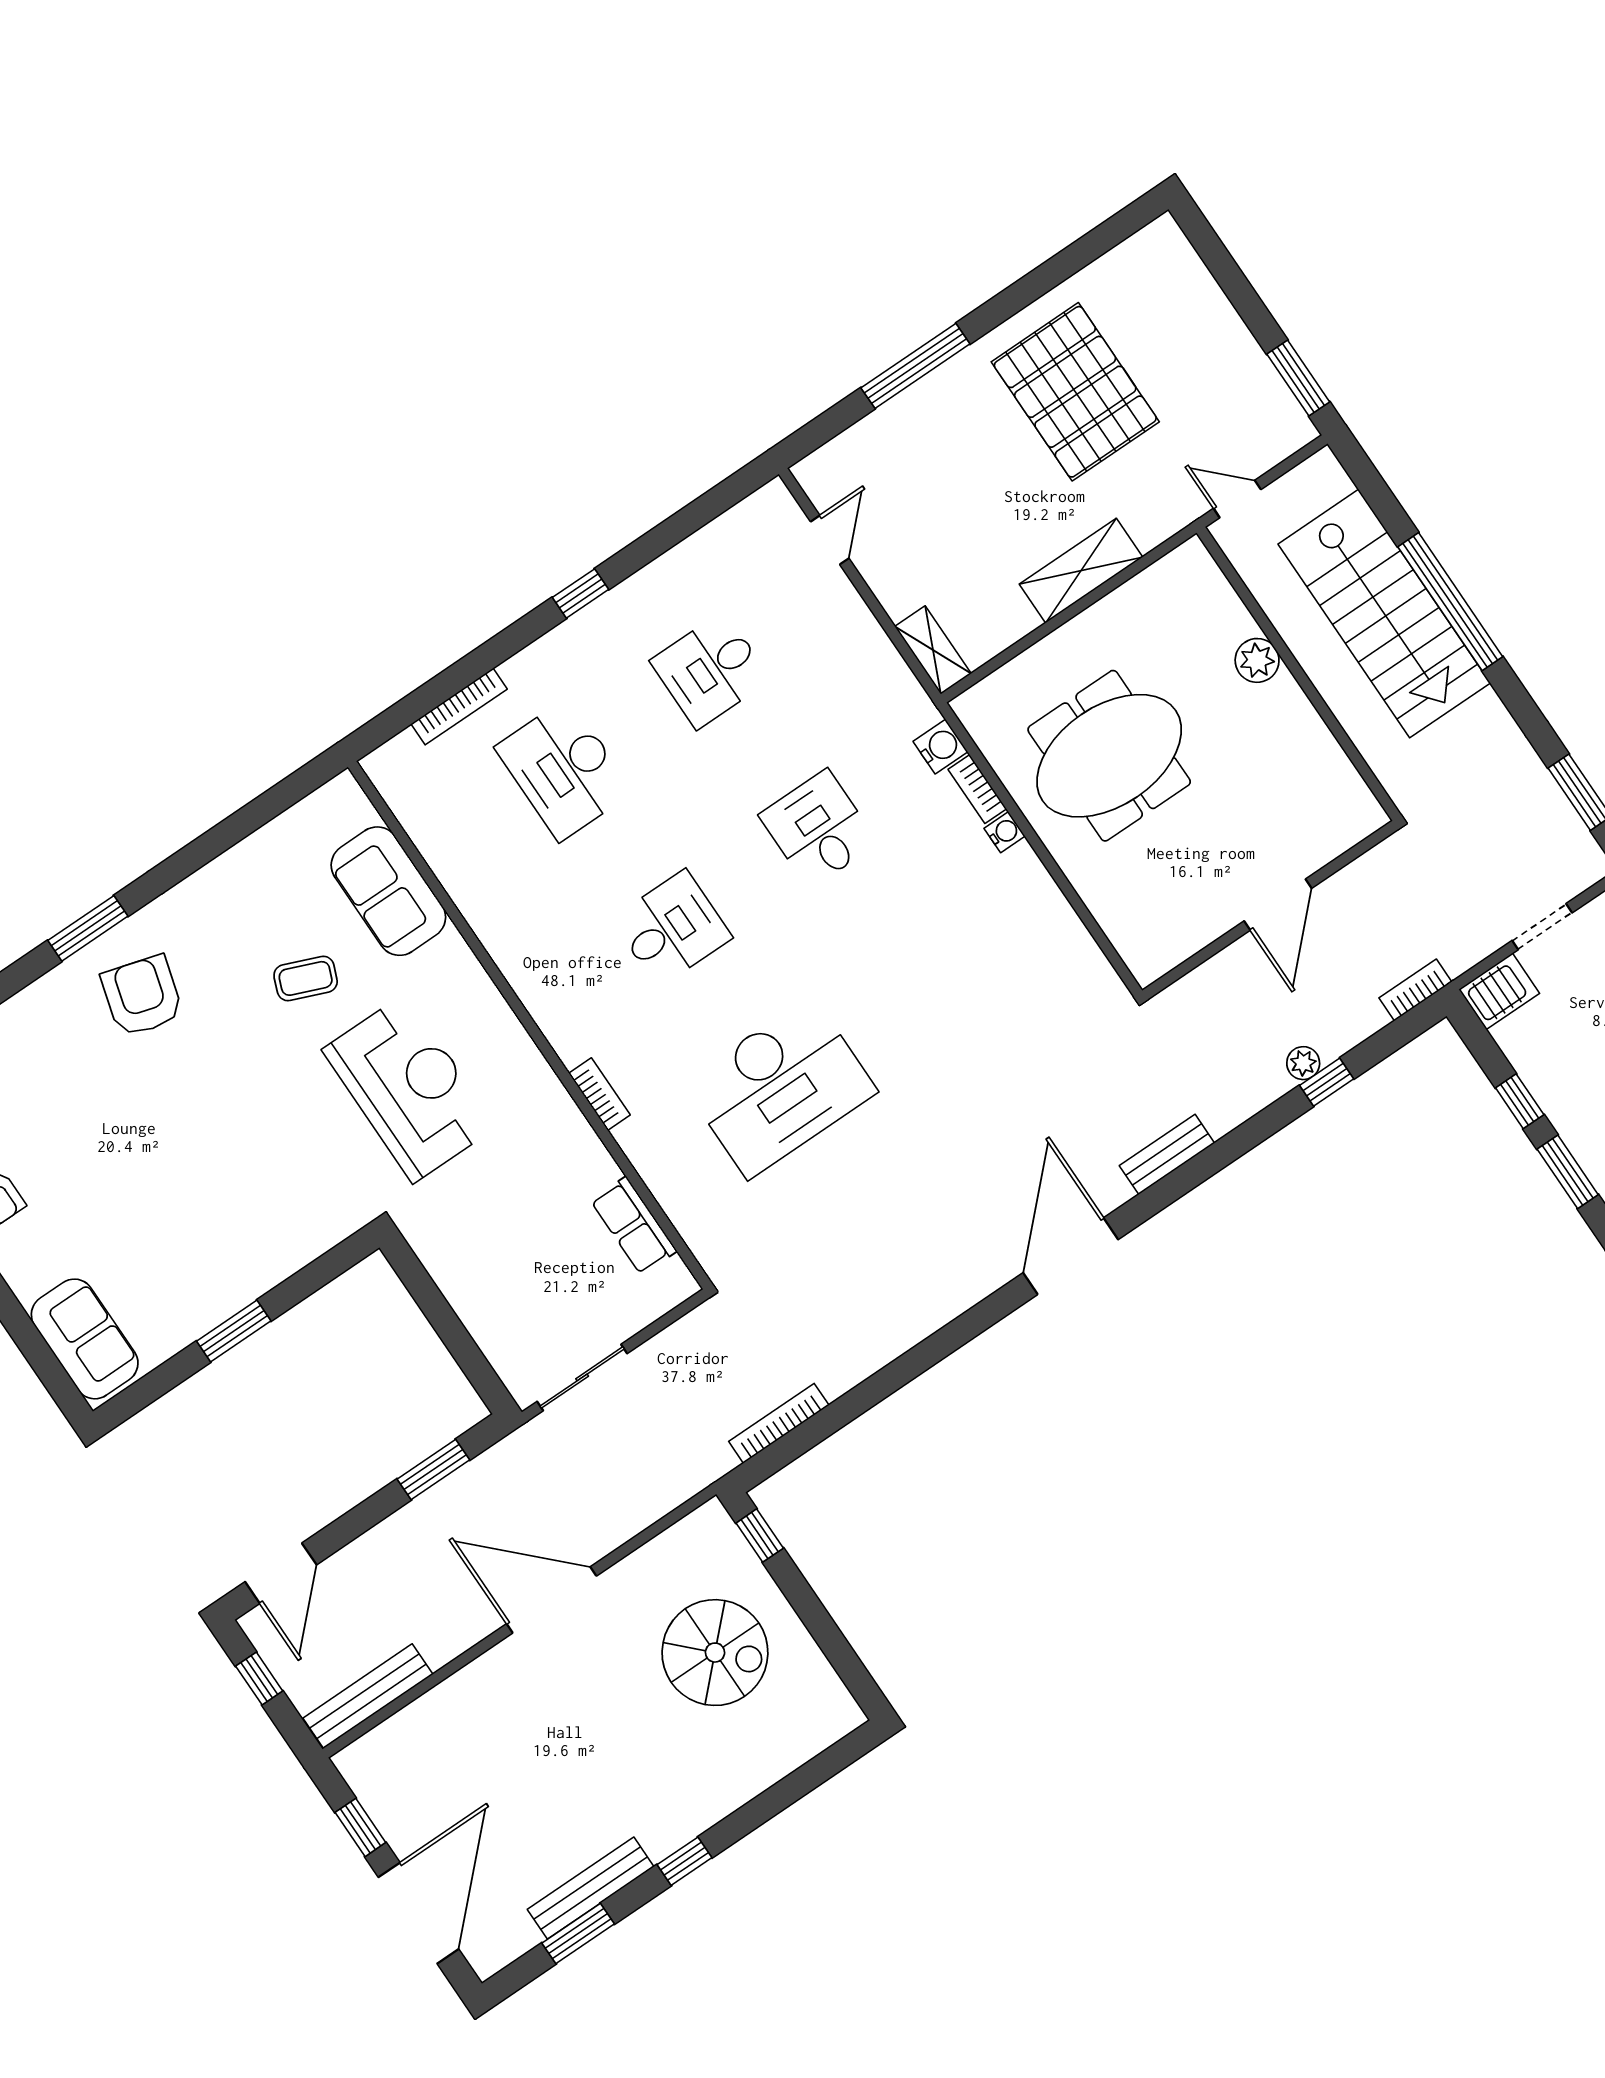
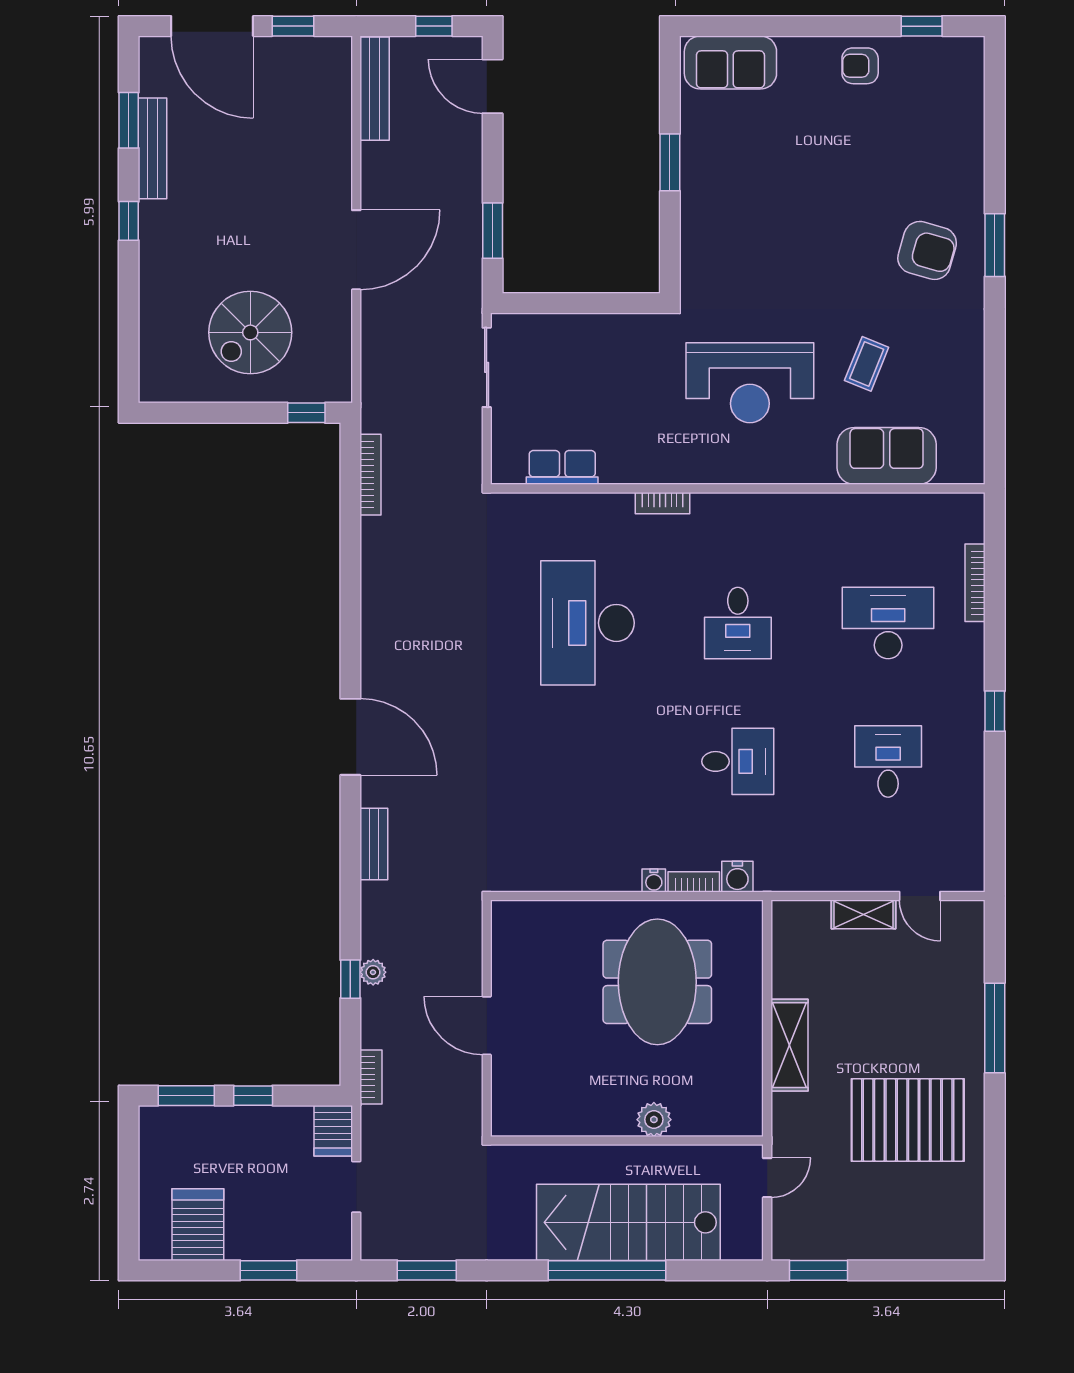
shelving: (933, 650) -> (863, 914), moved

